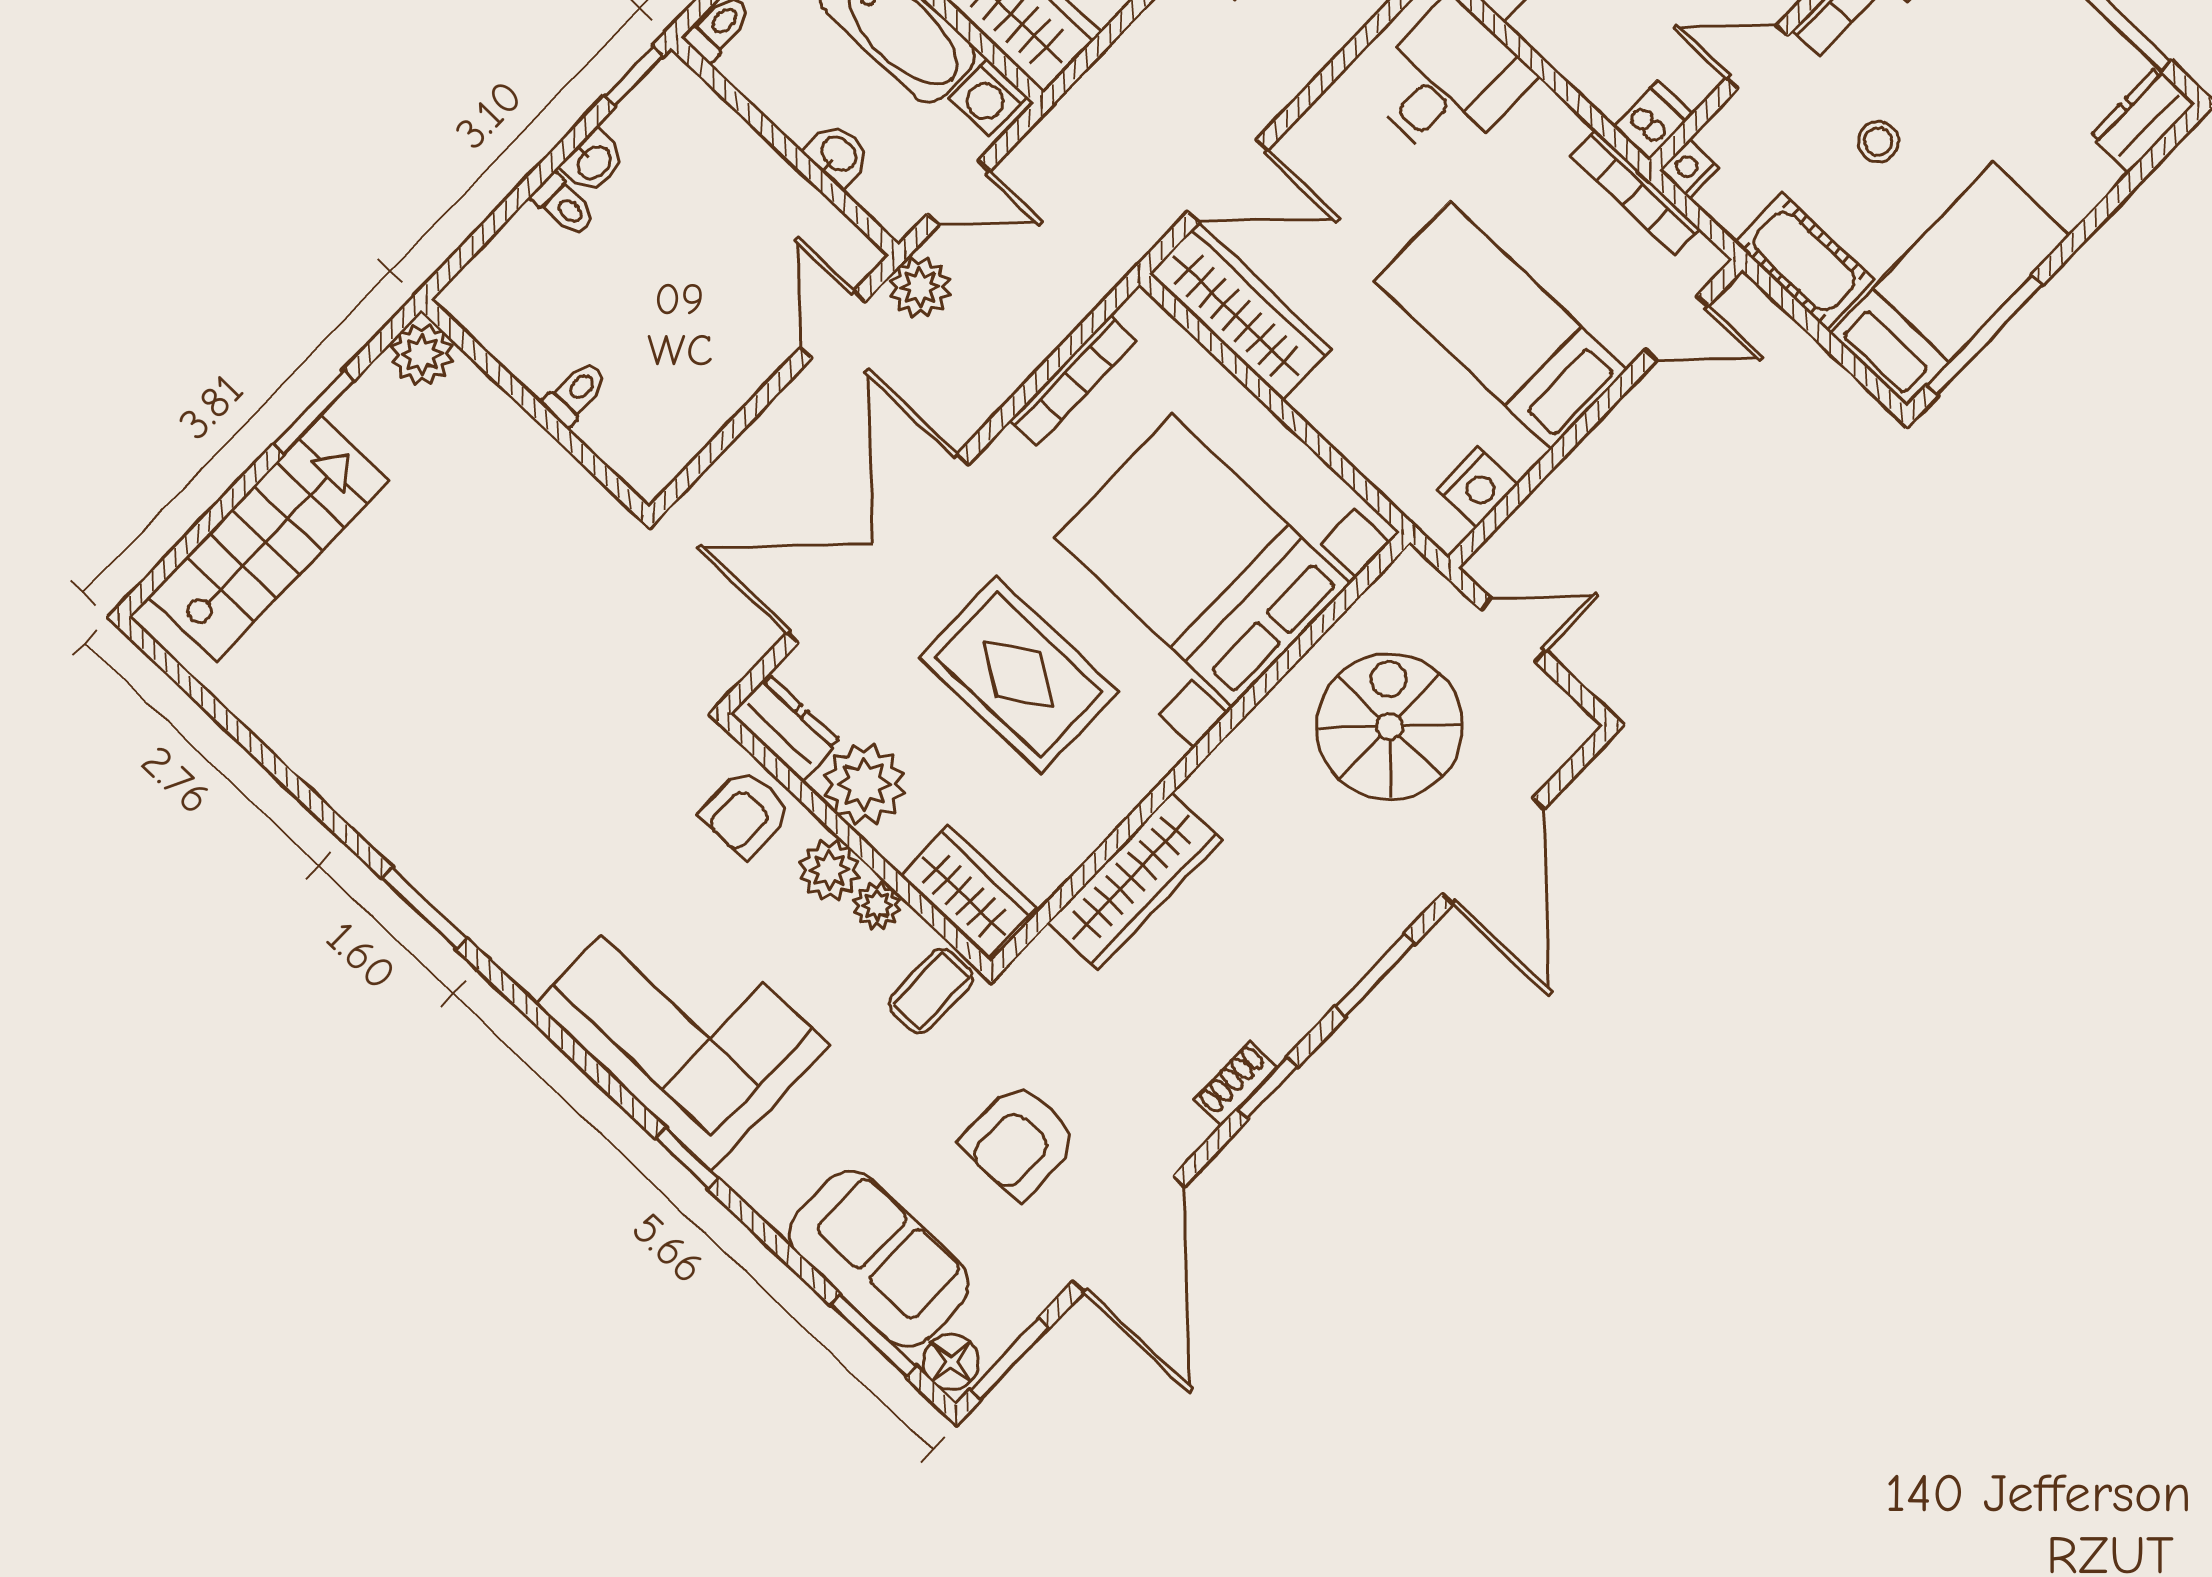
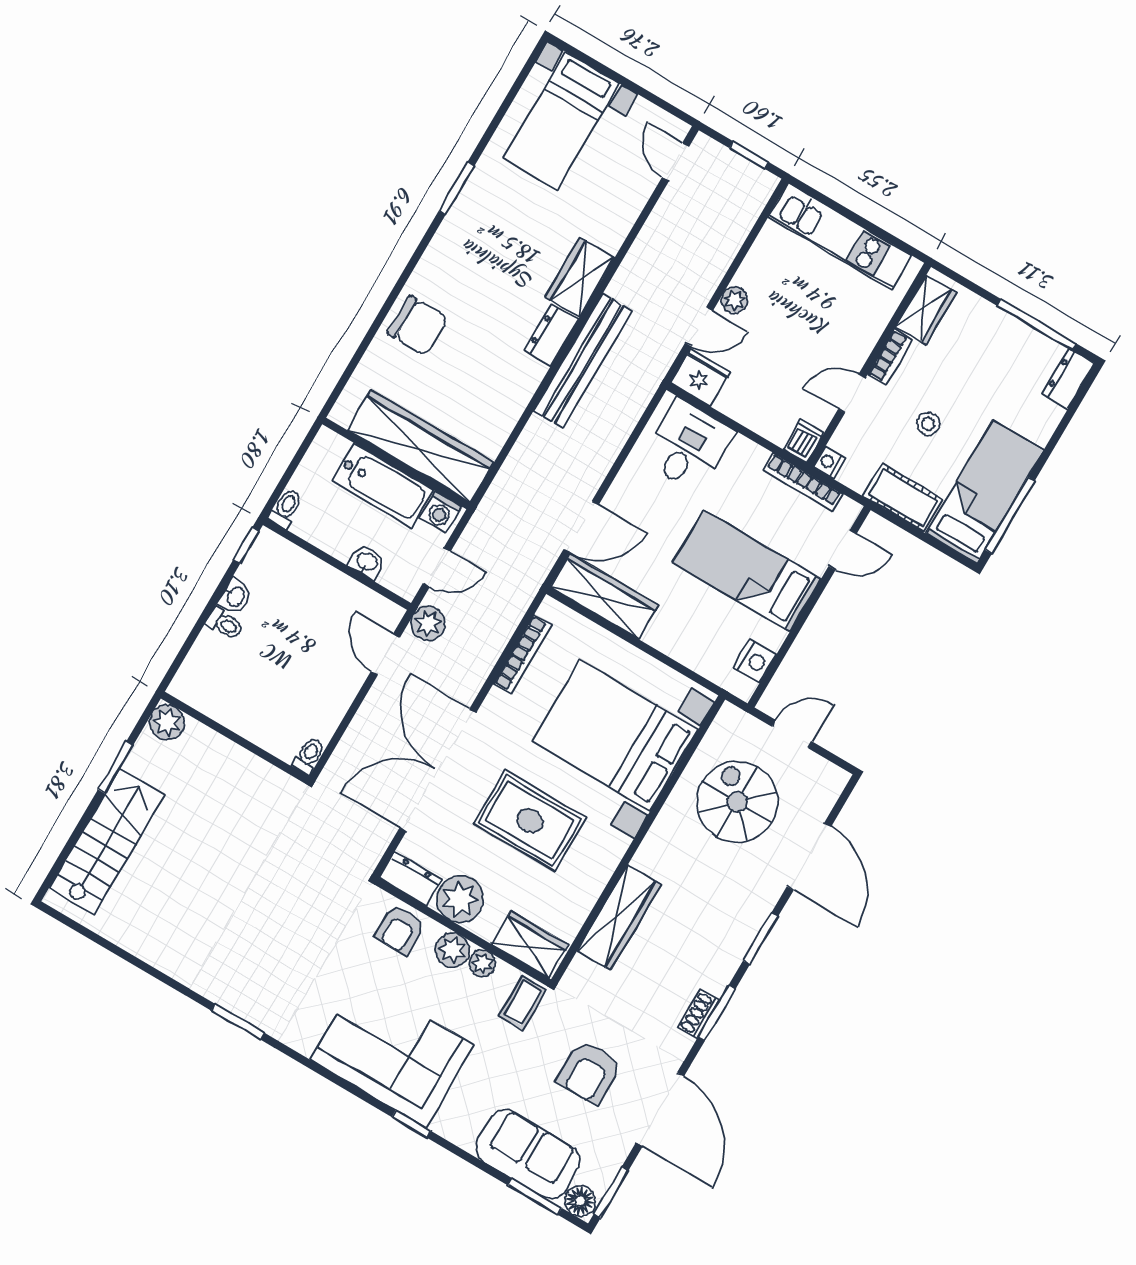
toilet: (575, 393) -> (309, 756), moved
window: (1267, 1088) -> (717, 1013), width x1.50

